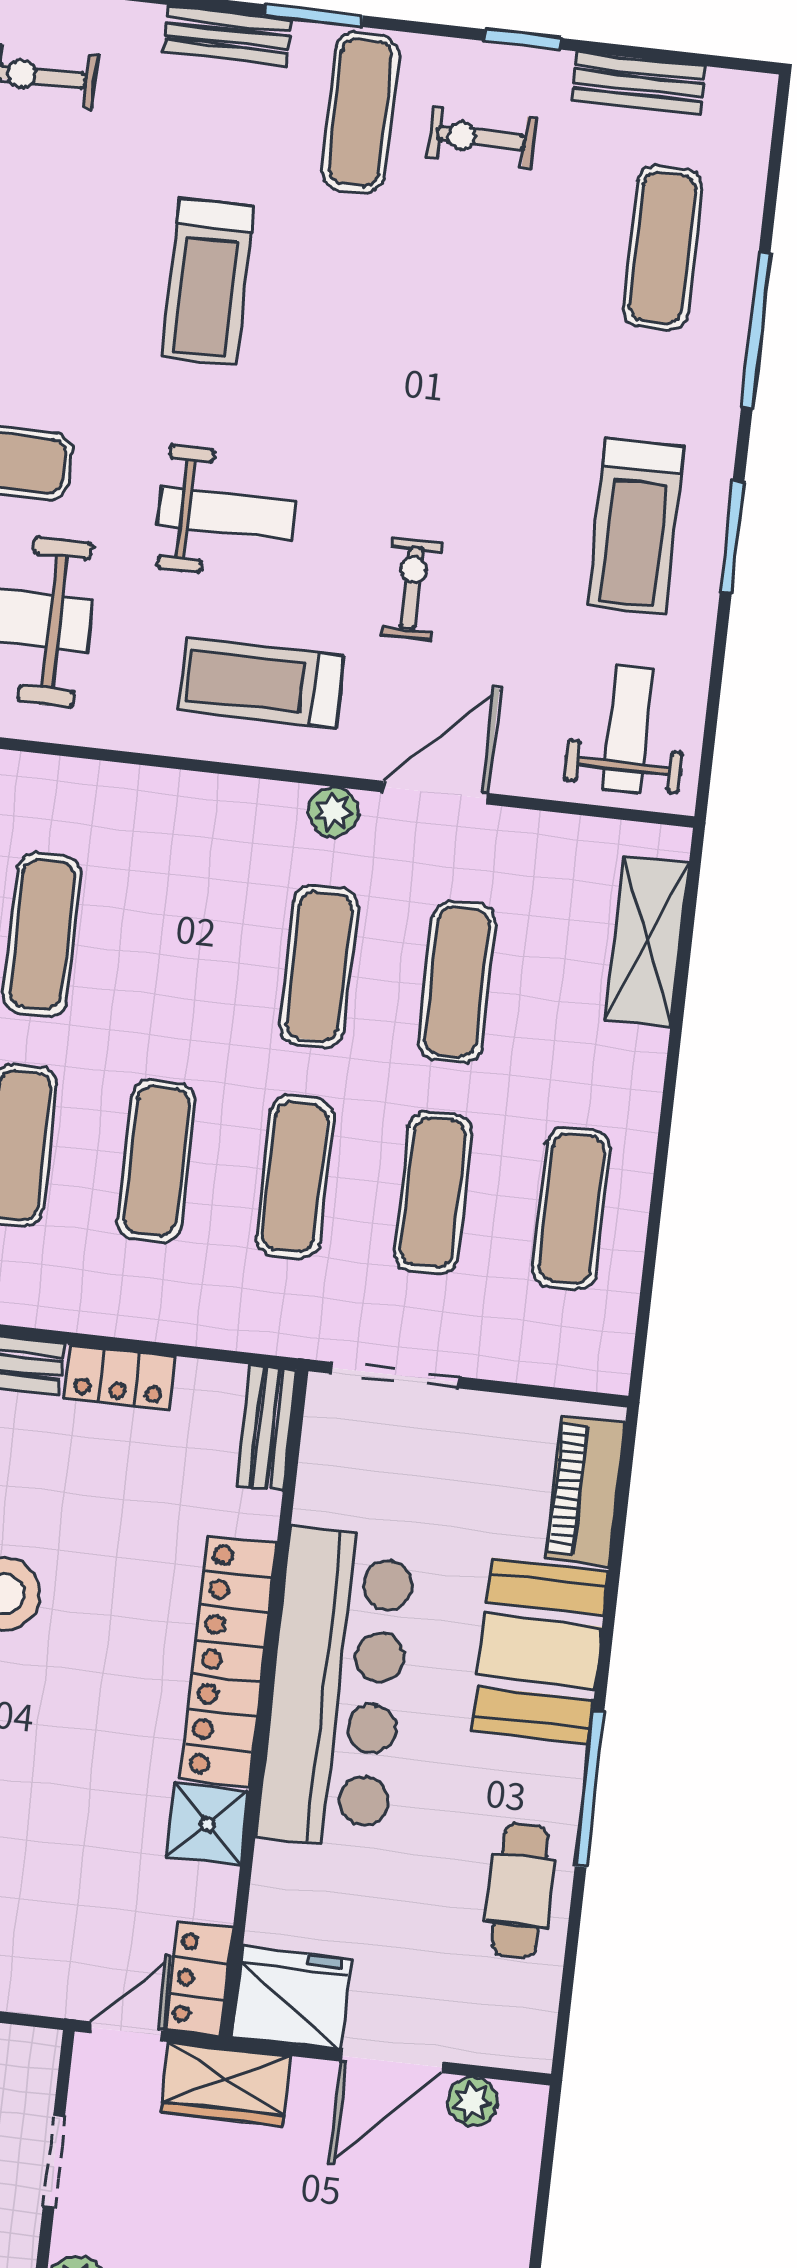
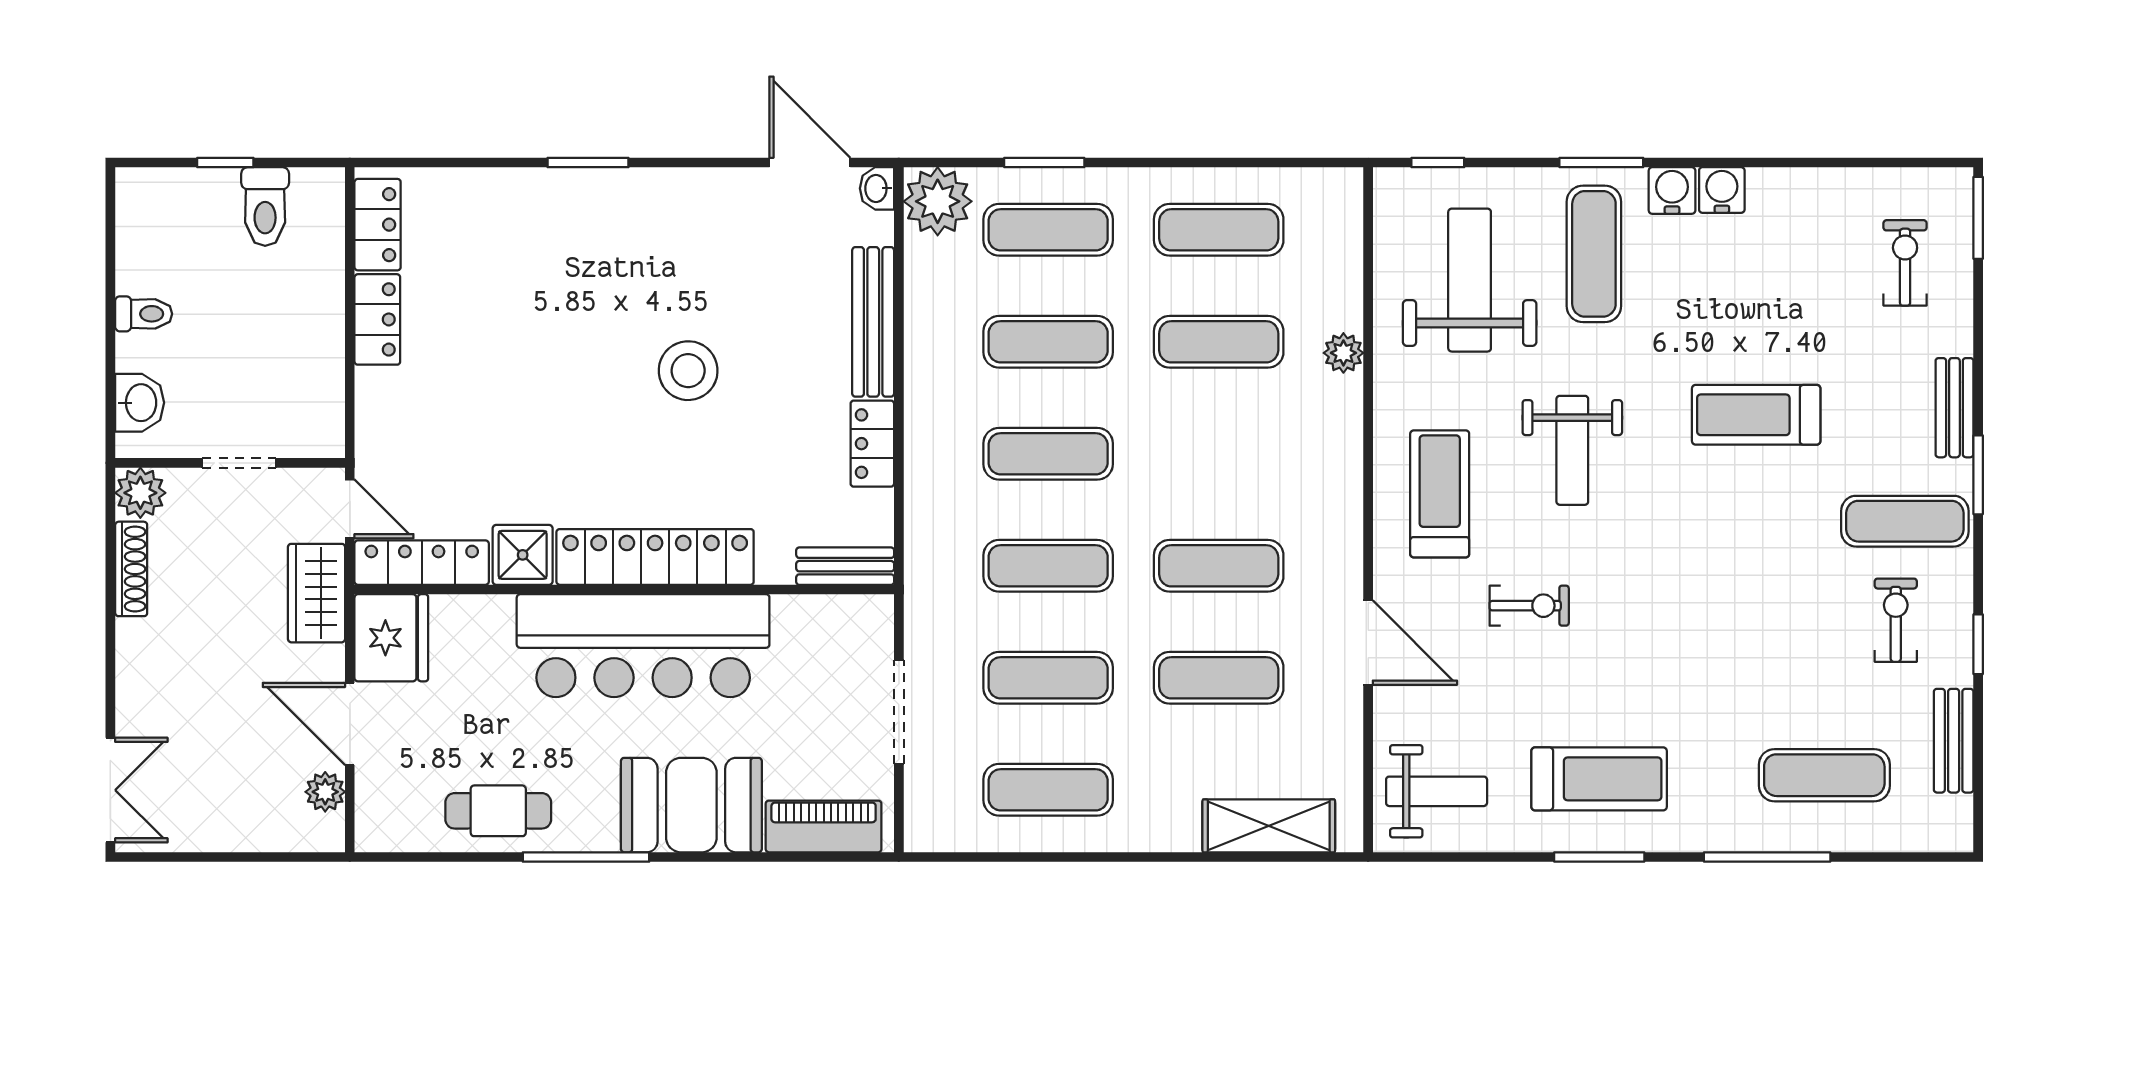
treadmill: (636, 526) -> (1599, 779), turned 180
plant: (333, 812) -> (1343, 353), moved
doorway: (395, 1375) -> (899, 712), moved
locker: (200, 1979) -> (422, 563), width x1.53

